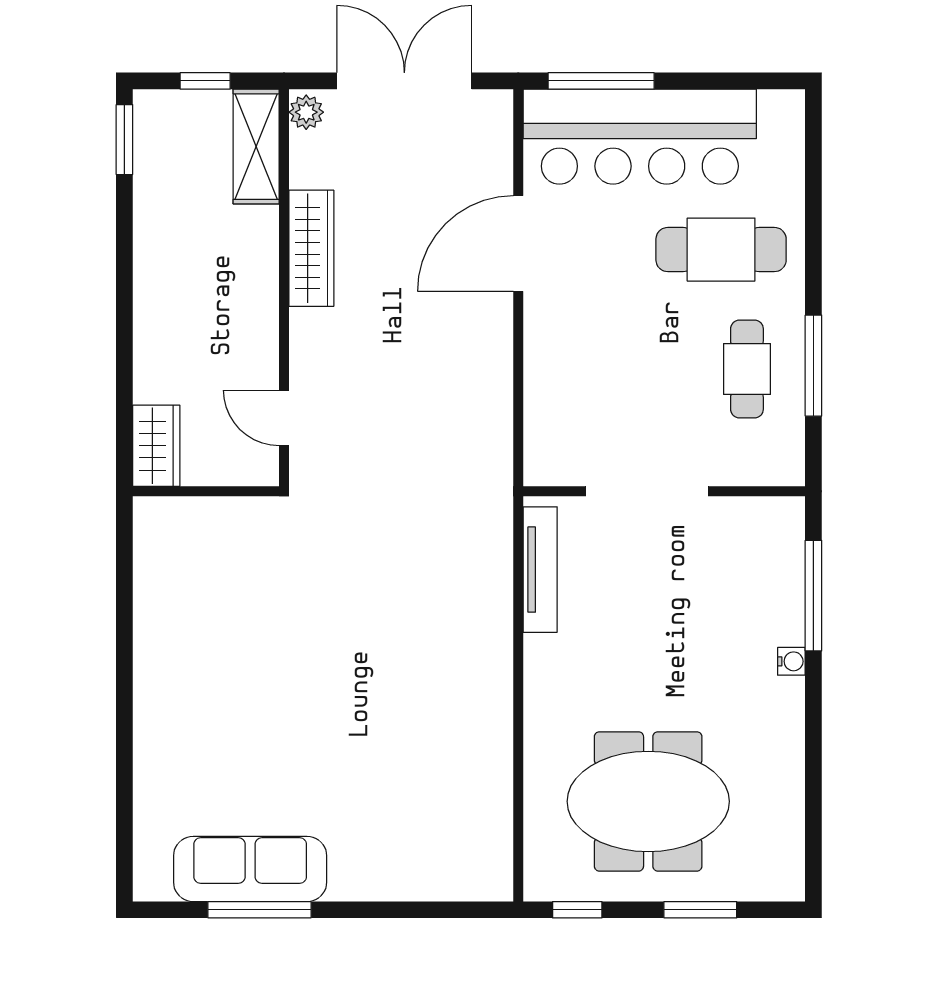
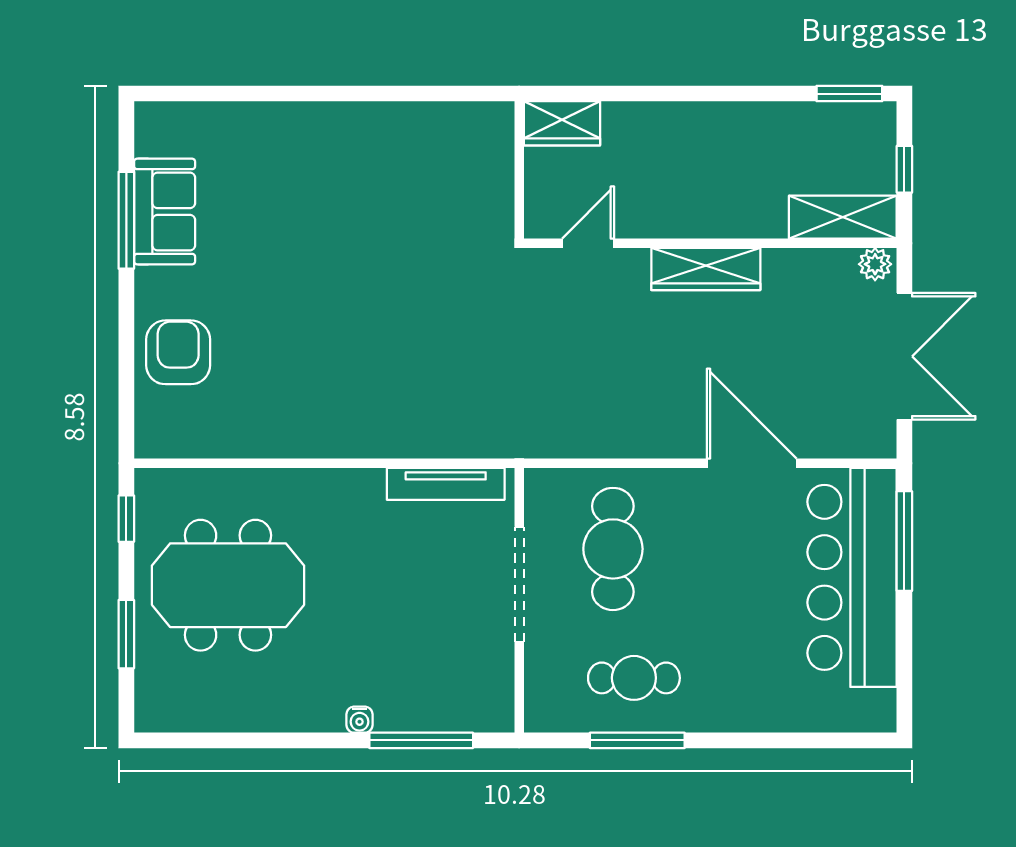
wardrobe: (311, 248) -> (706, 269), moved
cafe table: (721, 250) -> (613, 549), moved
meeting table: (648, 801) -> (228, 585), turned 90
armchair: (400, 855) -> (178, 352), added
sofa: (250, 869) -> (165, 212), width x0.73

